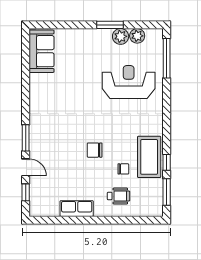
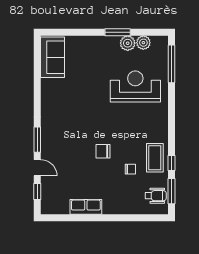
coffee table: (149, 157) -> (155, 158), width x0.73, depth x0.76
wheelchair: (119, 196) -> (156, 196), moved

